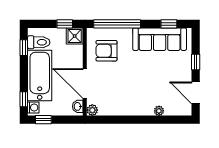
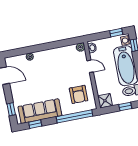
window: (65, 24) -> (125, 106), moved
armchair: (106, 51) -> (79, 94), turned 90
window: (196, 62) -> (11, 109), moved
door: (85, 84) -> (90, 66), width x0.53

